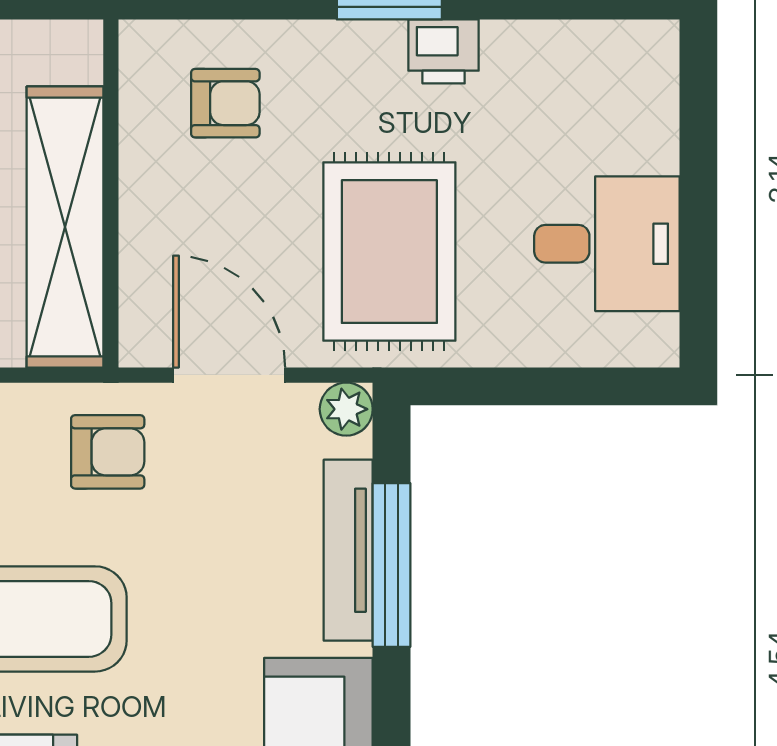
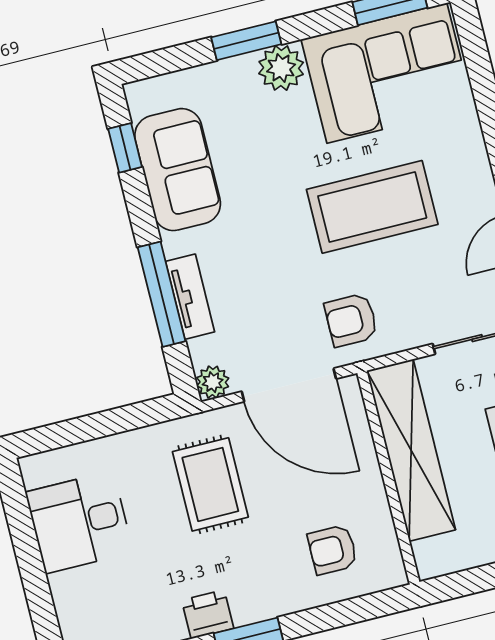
rug: (389, 252) -> (210, 484), width x0.73, depth x0.70
door: (229, 375) -> (289, 385), width x1.36
tv unit: (348, 550) -> (190, 297), width x0.71

